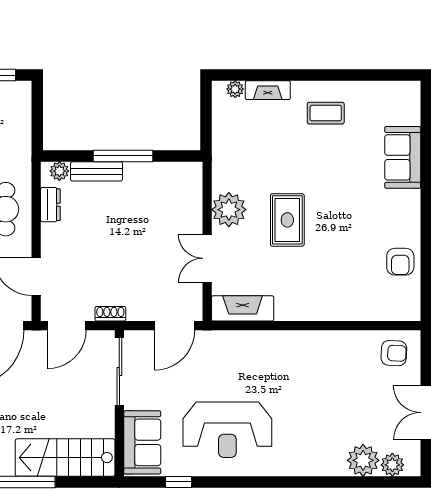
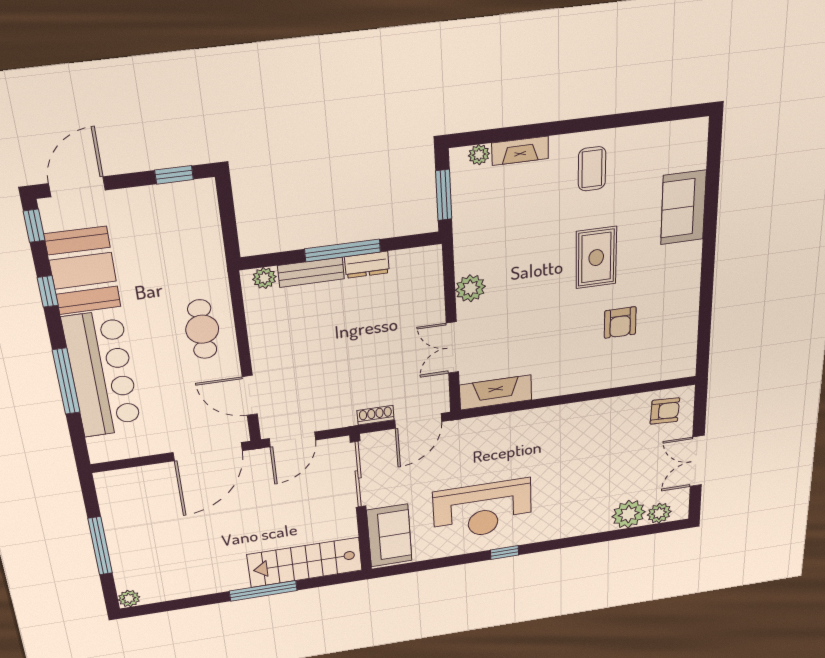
coffee table: (326, 113) -> (592, 169), turned 90
window: (206, 119) -> (444, 195), added
dresser: (50, 205) -> (367, 265), moved, turned 90
plant: (229, 210) -> (470, 288), width x0.73, depth x0.73
rug: (287, 220) -> (596, 258), moved
armchair: (400, 262) -> (620, 323), moved
shoe rack: (110, 314) -> (376, 415), moved
window: (179, 482) -> (505, 553), moved

